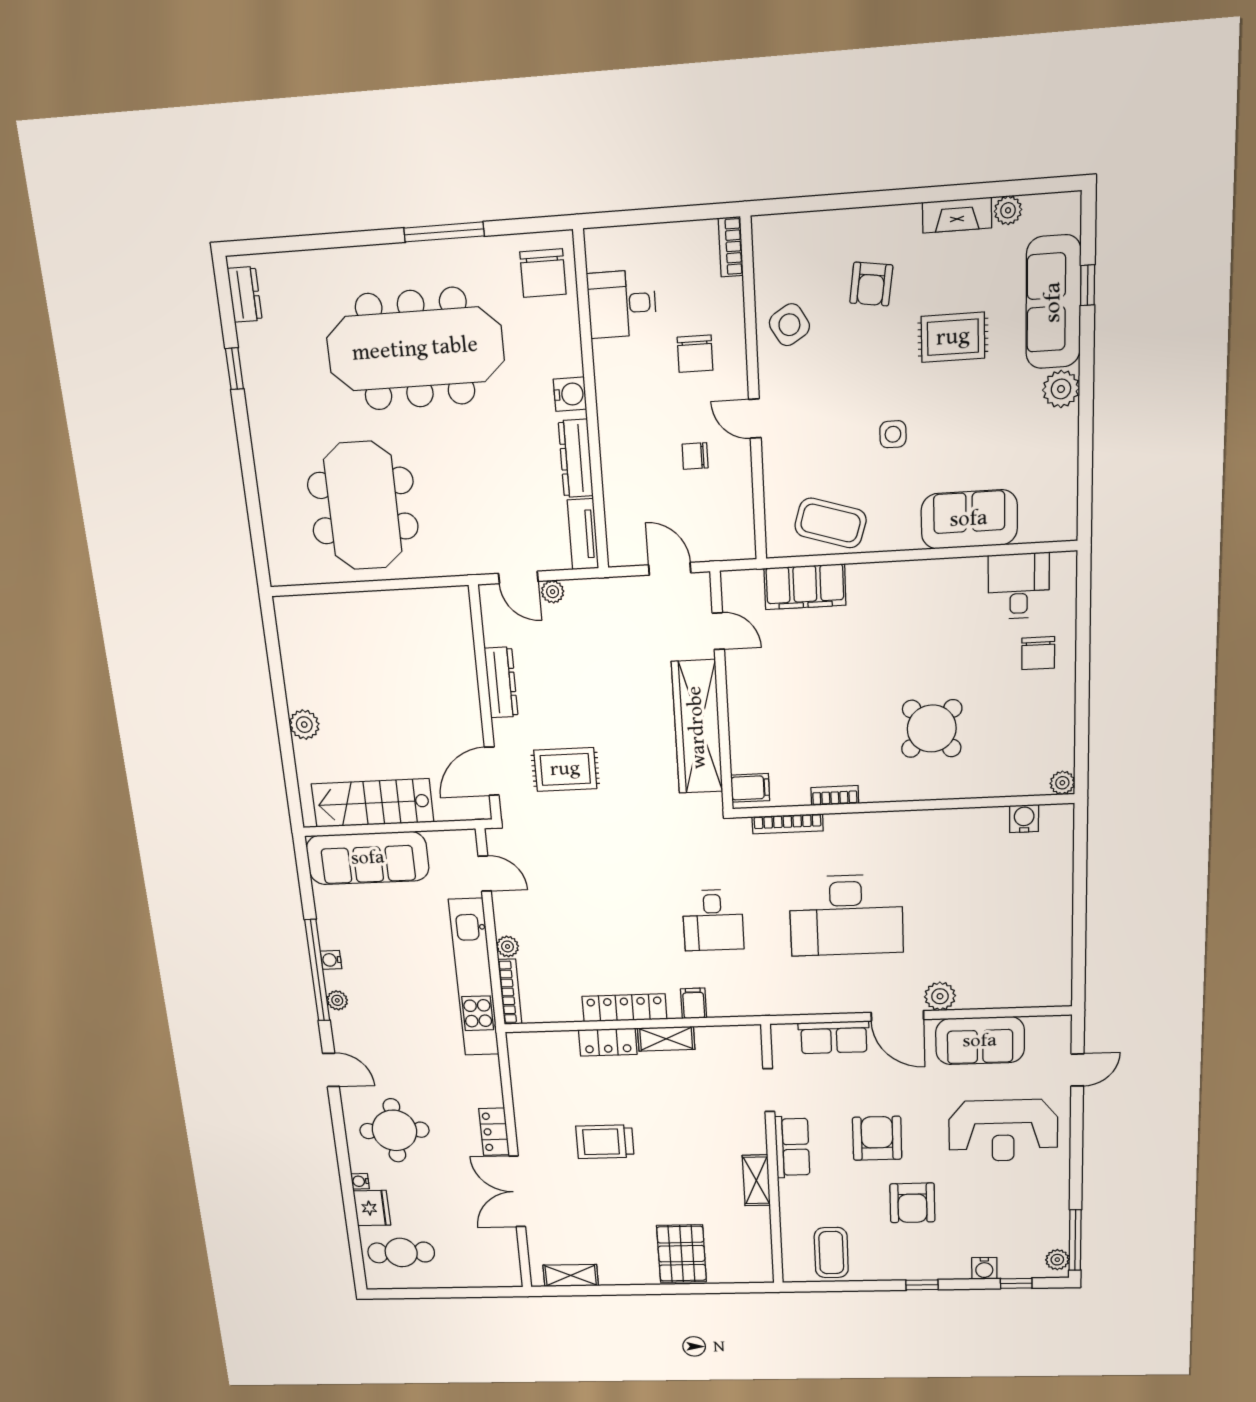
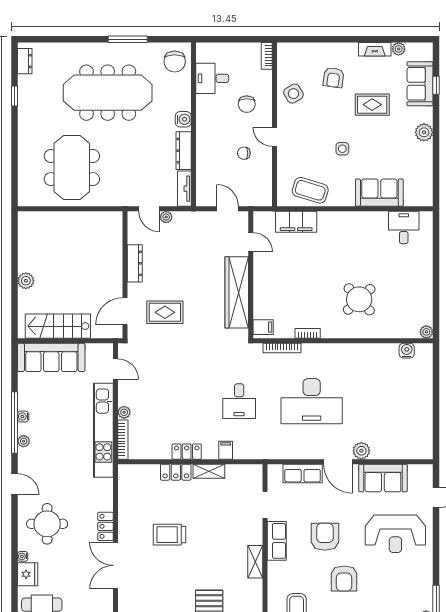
sofa: (1053, 302) -> (420, 84), width x0.73
chair: (1038, 653) -> (414, 262), removed
locker: (624, 1008) -> (187, 452), width x0.66

